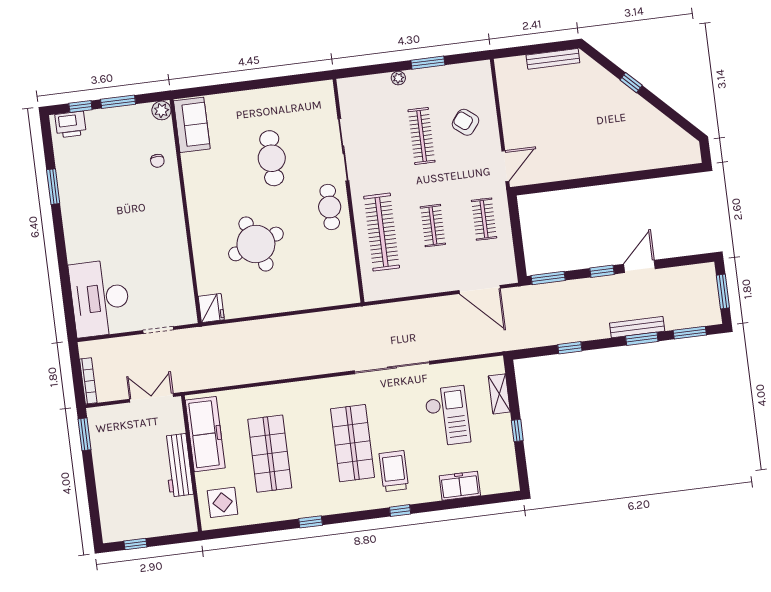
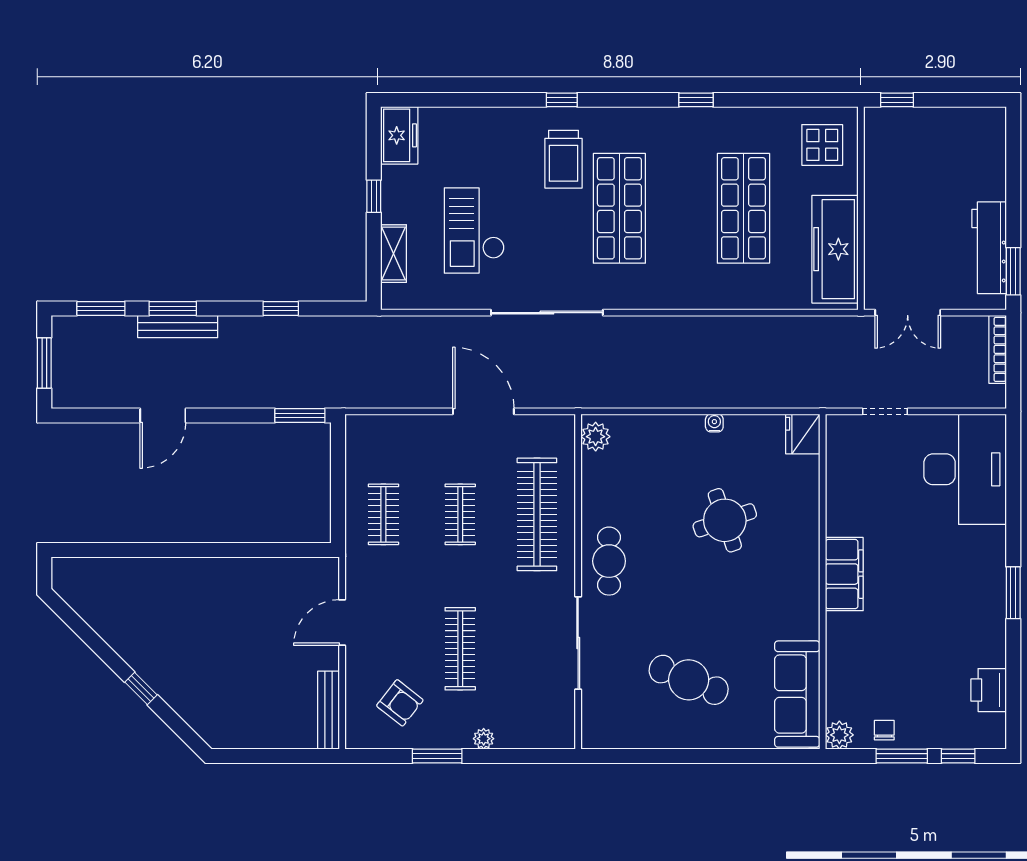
bench: (553, 59) -> (329, 710), moved, turned 90
armchair: (466, 122) -> (400, 703), moved
printer: (71, 124) -> (989, 690), moved, turned -90
sofa: (192, 125) -> (797, 694), width x1.36
cafe table: (272, 158) -> (689, 680), moved, turned -68
chair: (157, 161) -> (884, 730), moved
door: (505, 166) -> (342, 623), moved
window: (53, 187) -> (1013, 593), moved
filing cabinet: (172, 218) -> (844, 574), added
round table: (256, 244) -> (725, 520), width x0.73, depth x0.73
window: (602, 271) -> (219, 416), removed
plant: (349, 289) -> (596, 437), added
door: (480, 289) -> (483, 411), moved
water cooler: (271, 308) -> (714, 423), added
workbench: (178, 465) -> (989, 248), moved, turned 180
freezer: (460, 486) -> (399, 135), moved, turned -90
window: (135, 544) -> (897, 100), moved

